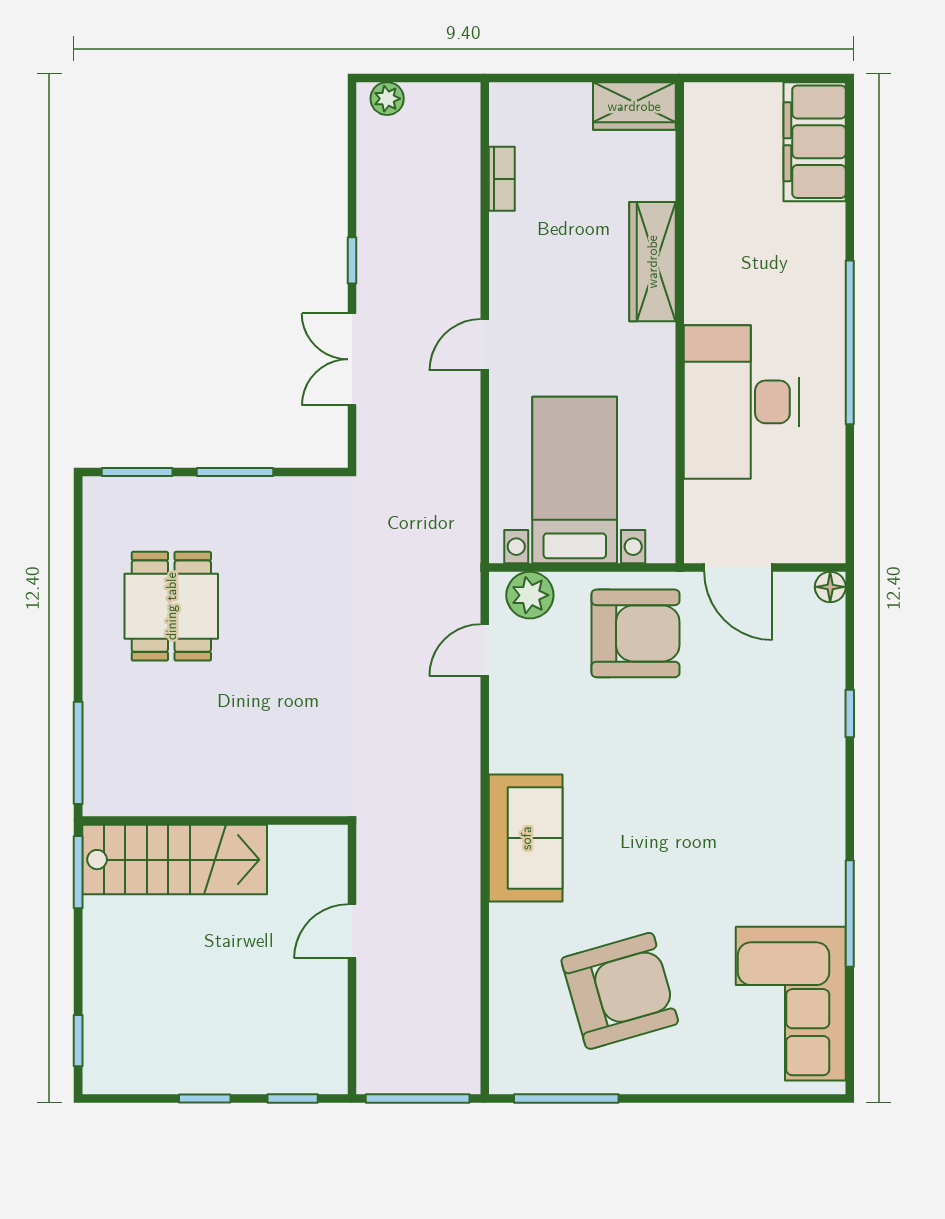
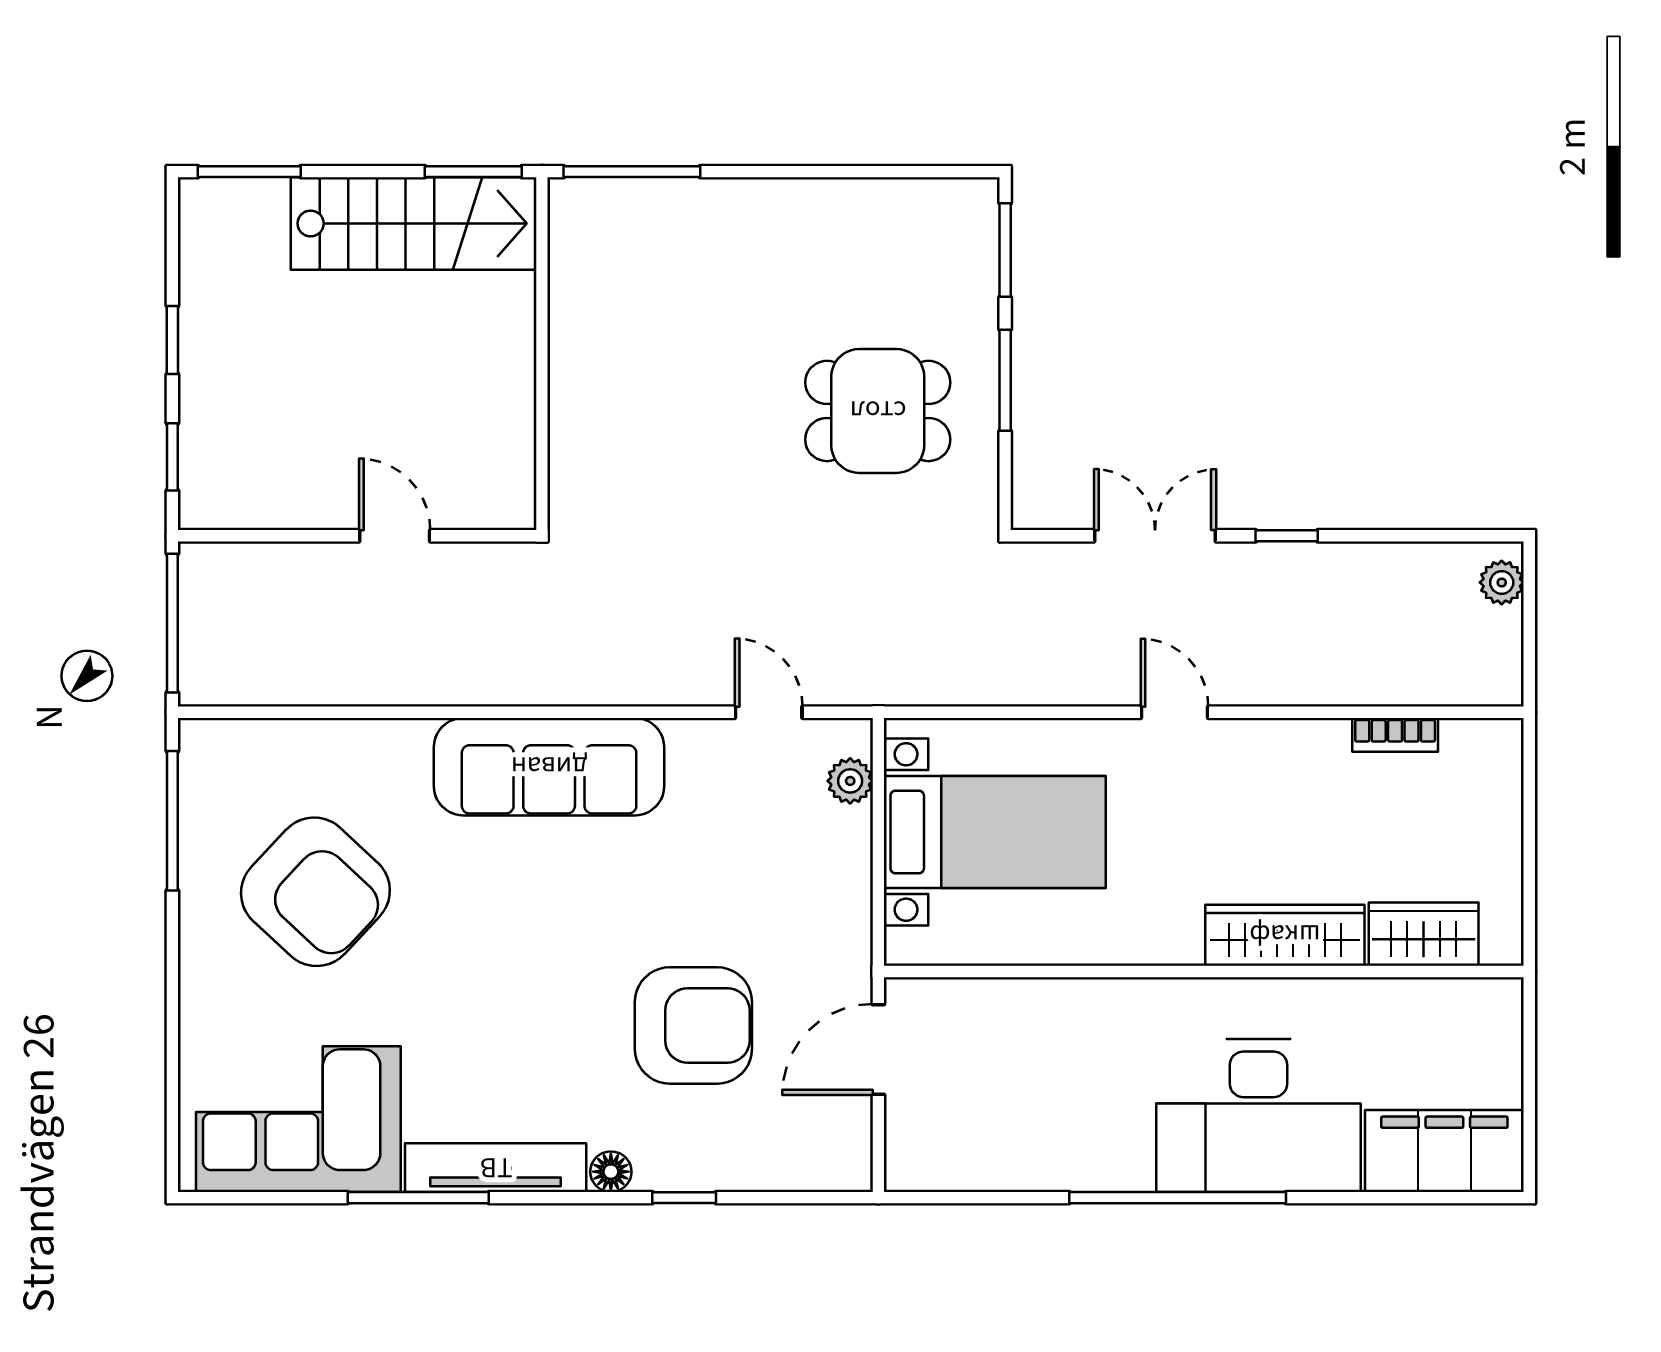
wardrobe: (634, 106) -> (1424, 934), moved, turned 90
desk: (741, 402) -> (1258, 1116), moved, turned 180
floor lamp: (830, 587) -> (611, 1172), moved
plant: (530, 595) -> (850, 781), width x0.73, depth x0.73
dining table: (171, 606) -> (878, 411), moved
armchair: (635, 633) -> (693, 1025), moved, turned -90
sofa: (526, 838) -> (549, 767), width x1.36
tv unit: (827, 855) -> (496, 1168), added
stairs: (175, 860) -> (414, 223), moved, turned -90
armchair: (620, 991) -> (315, 892), turned -31
window: (78, 1041) -> (249, 172), width x1.50

